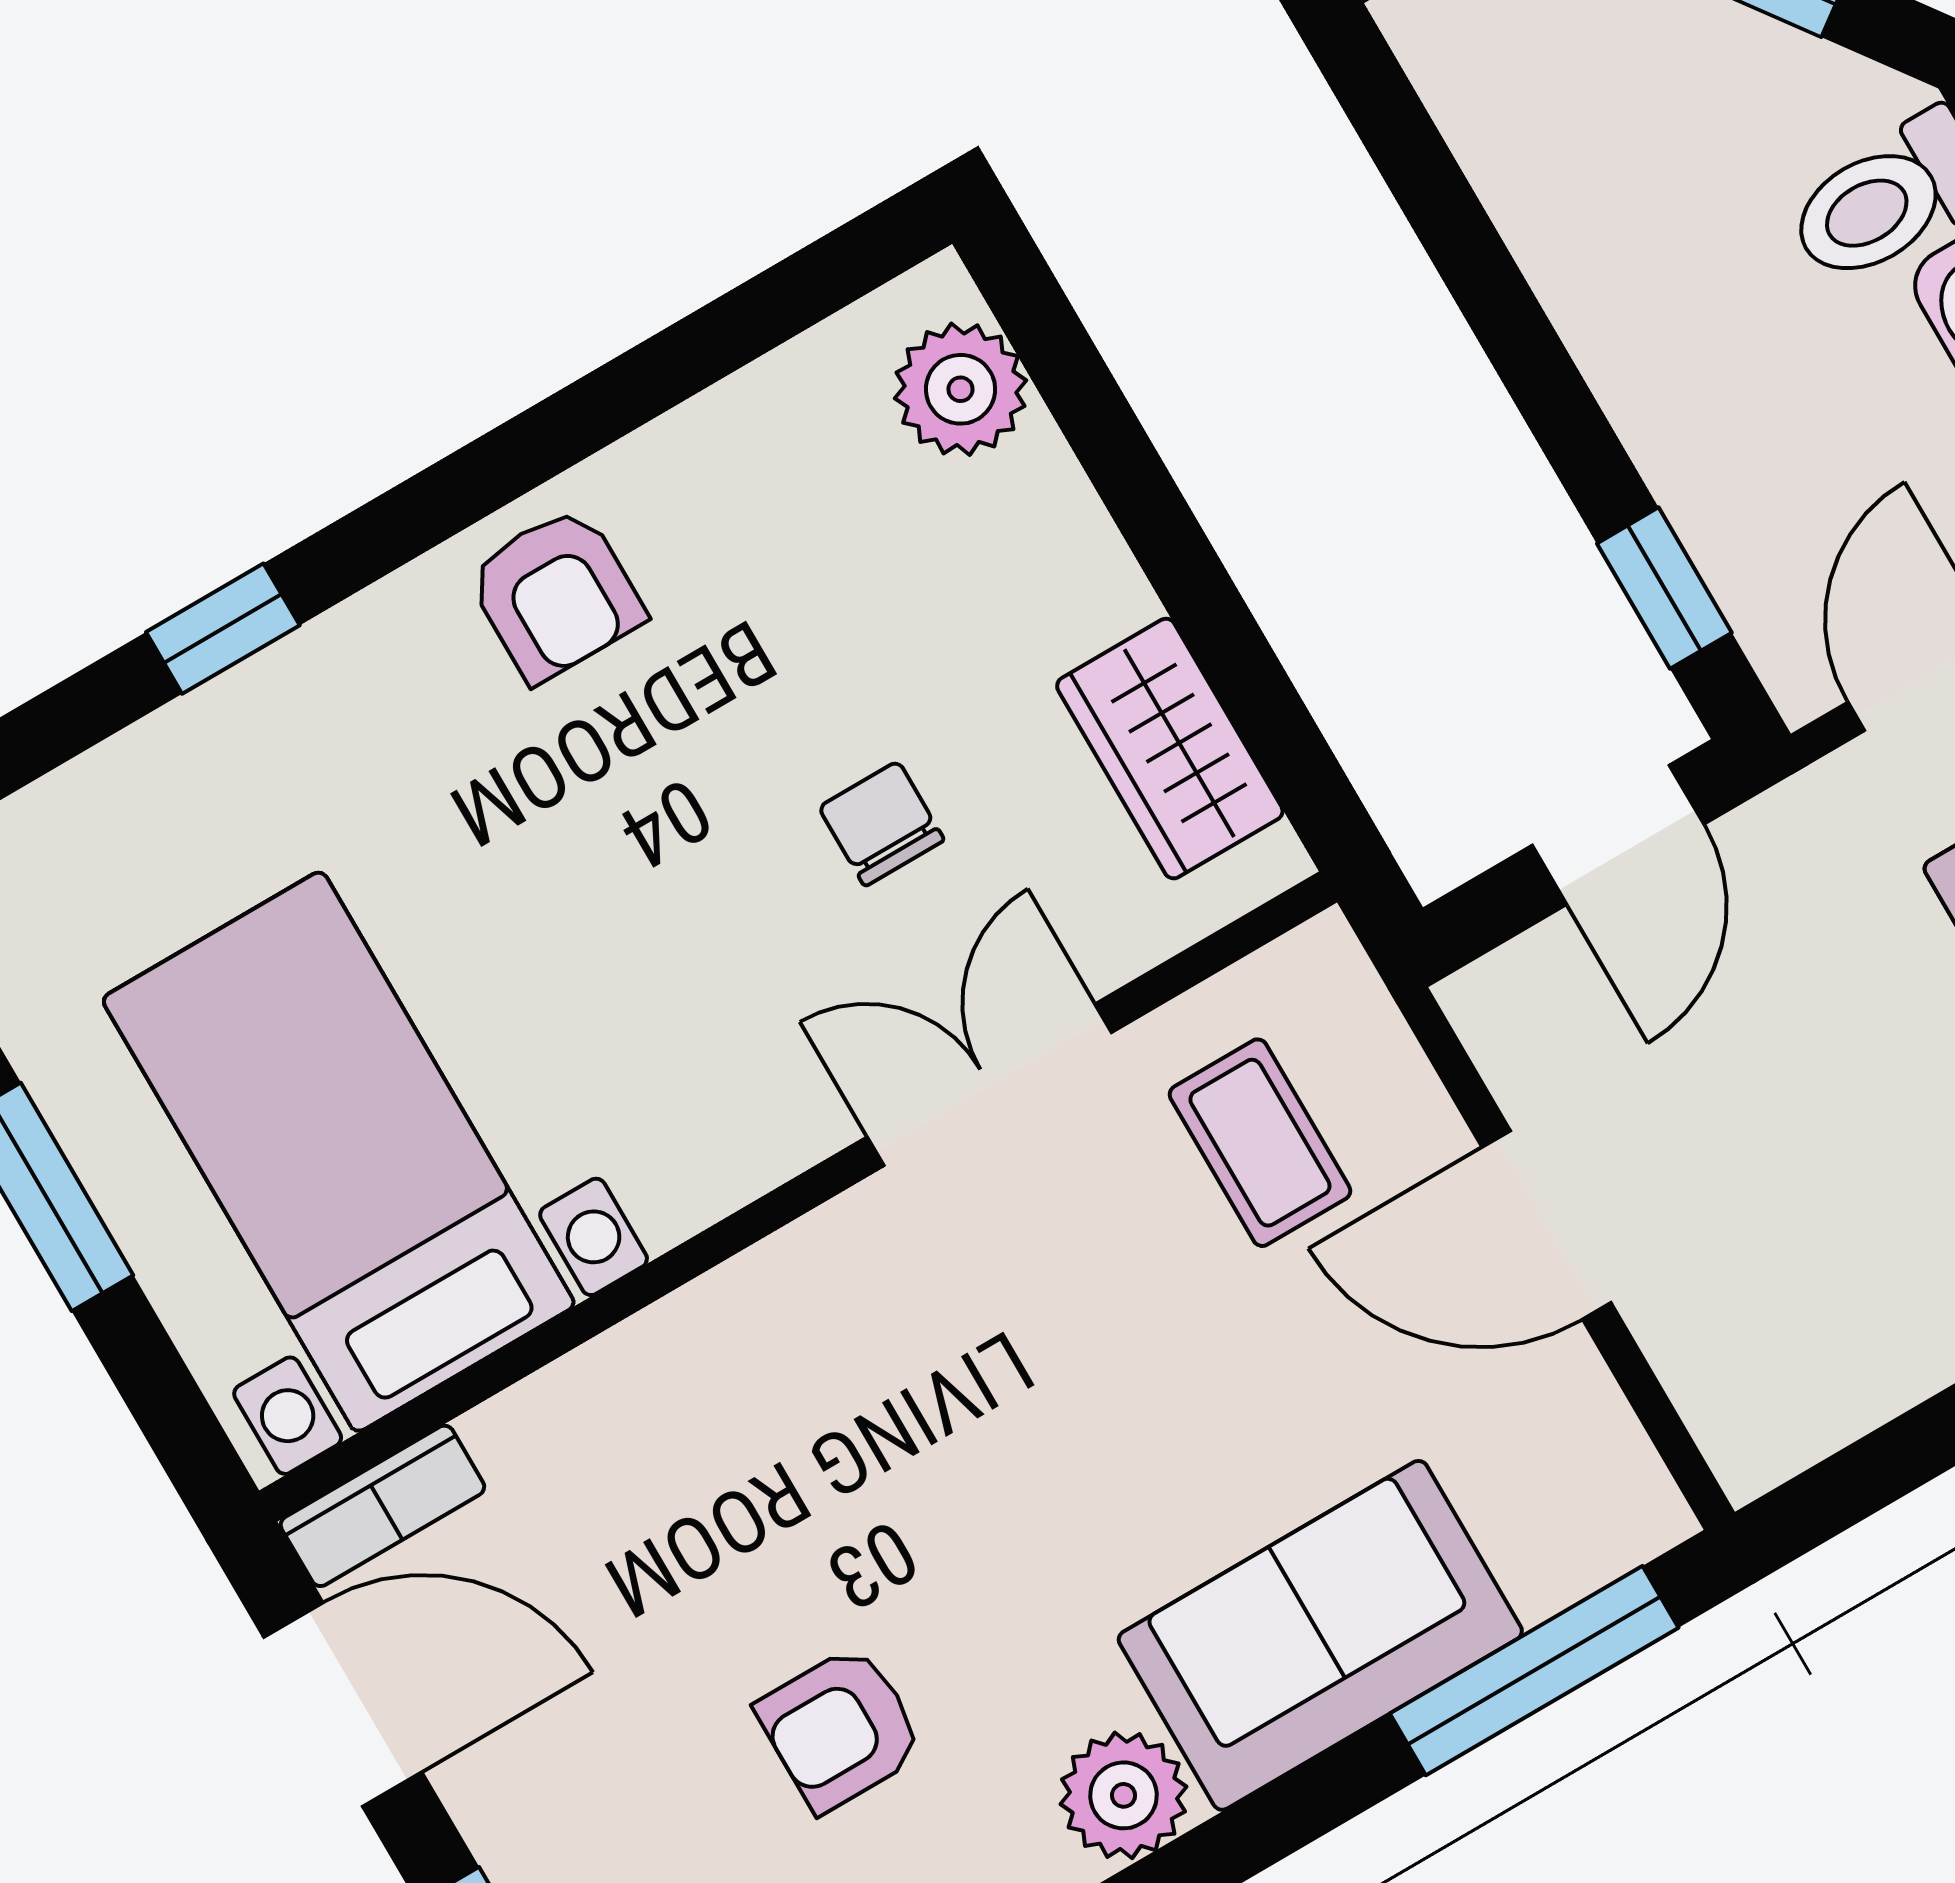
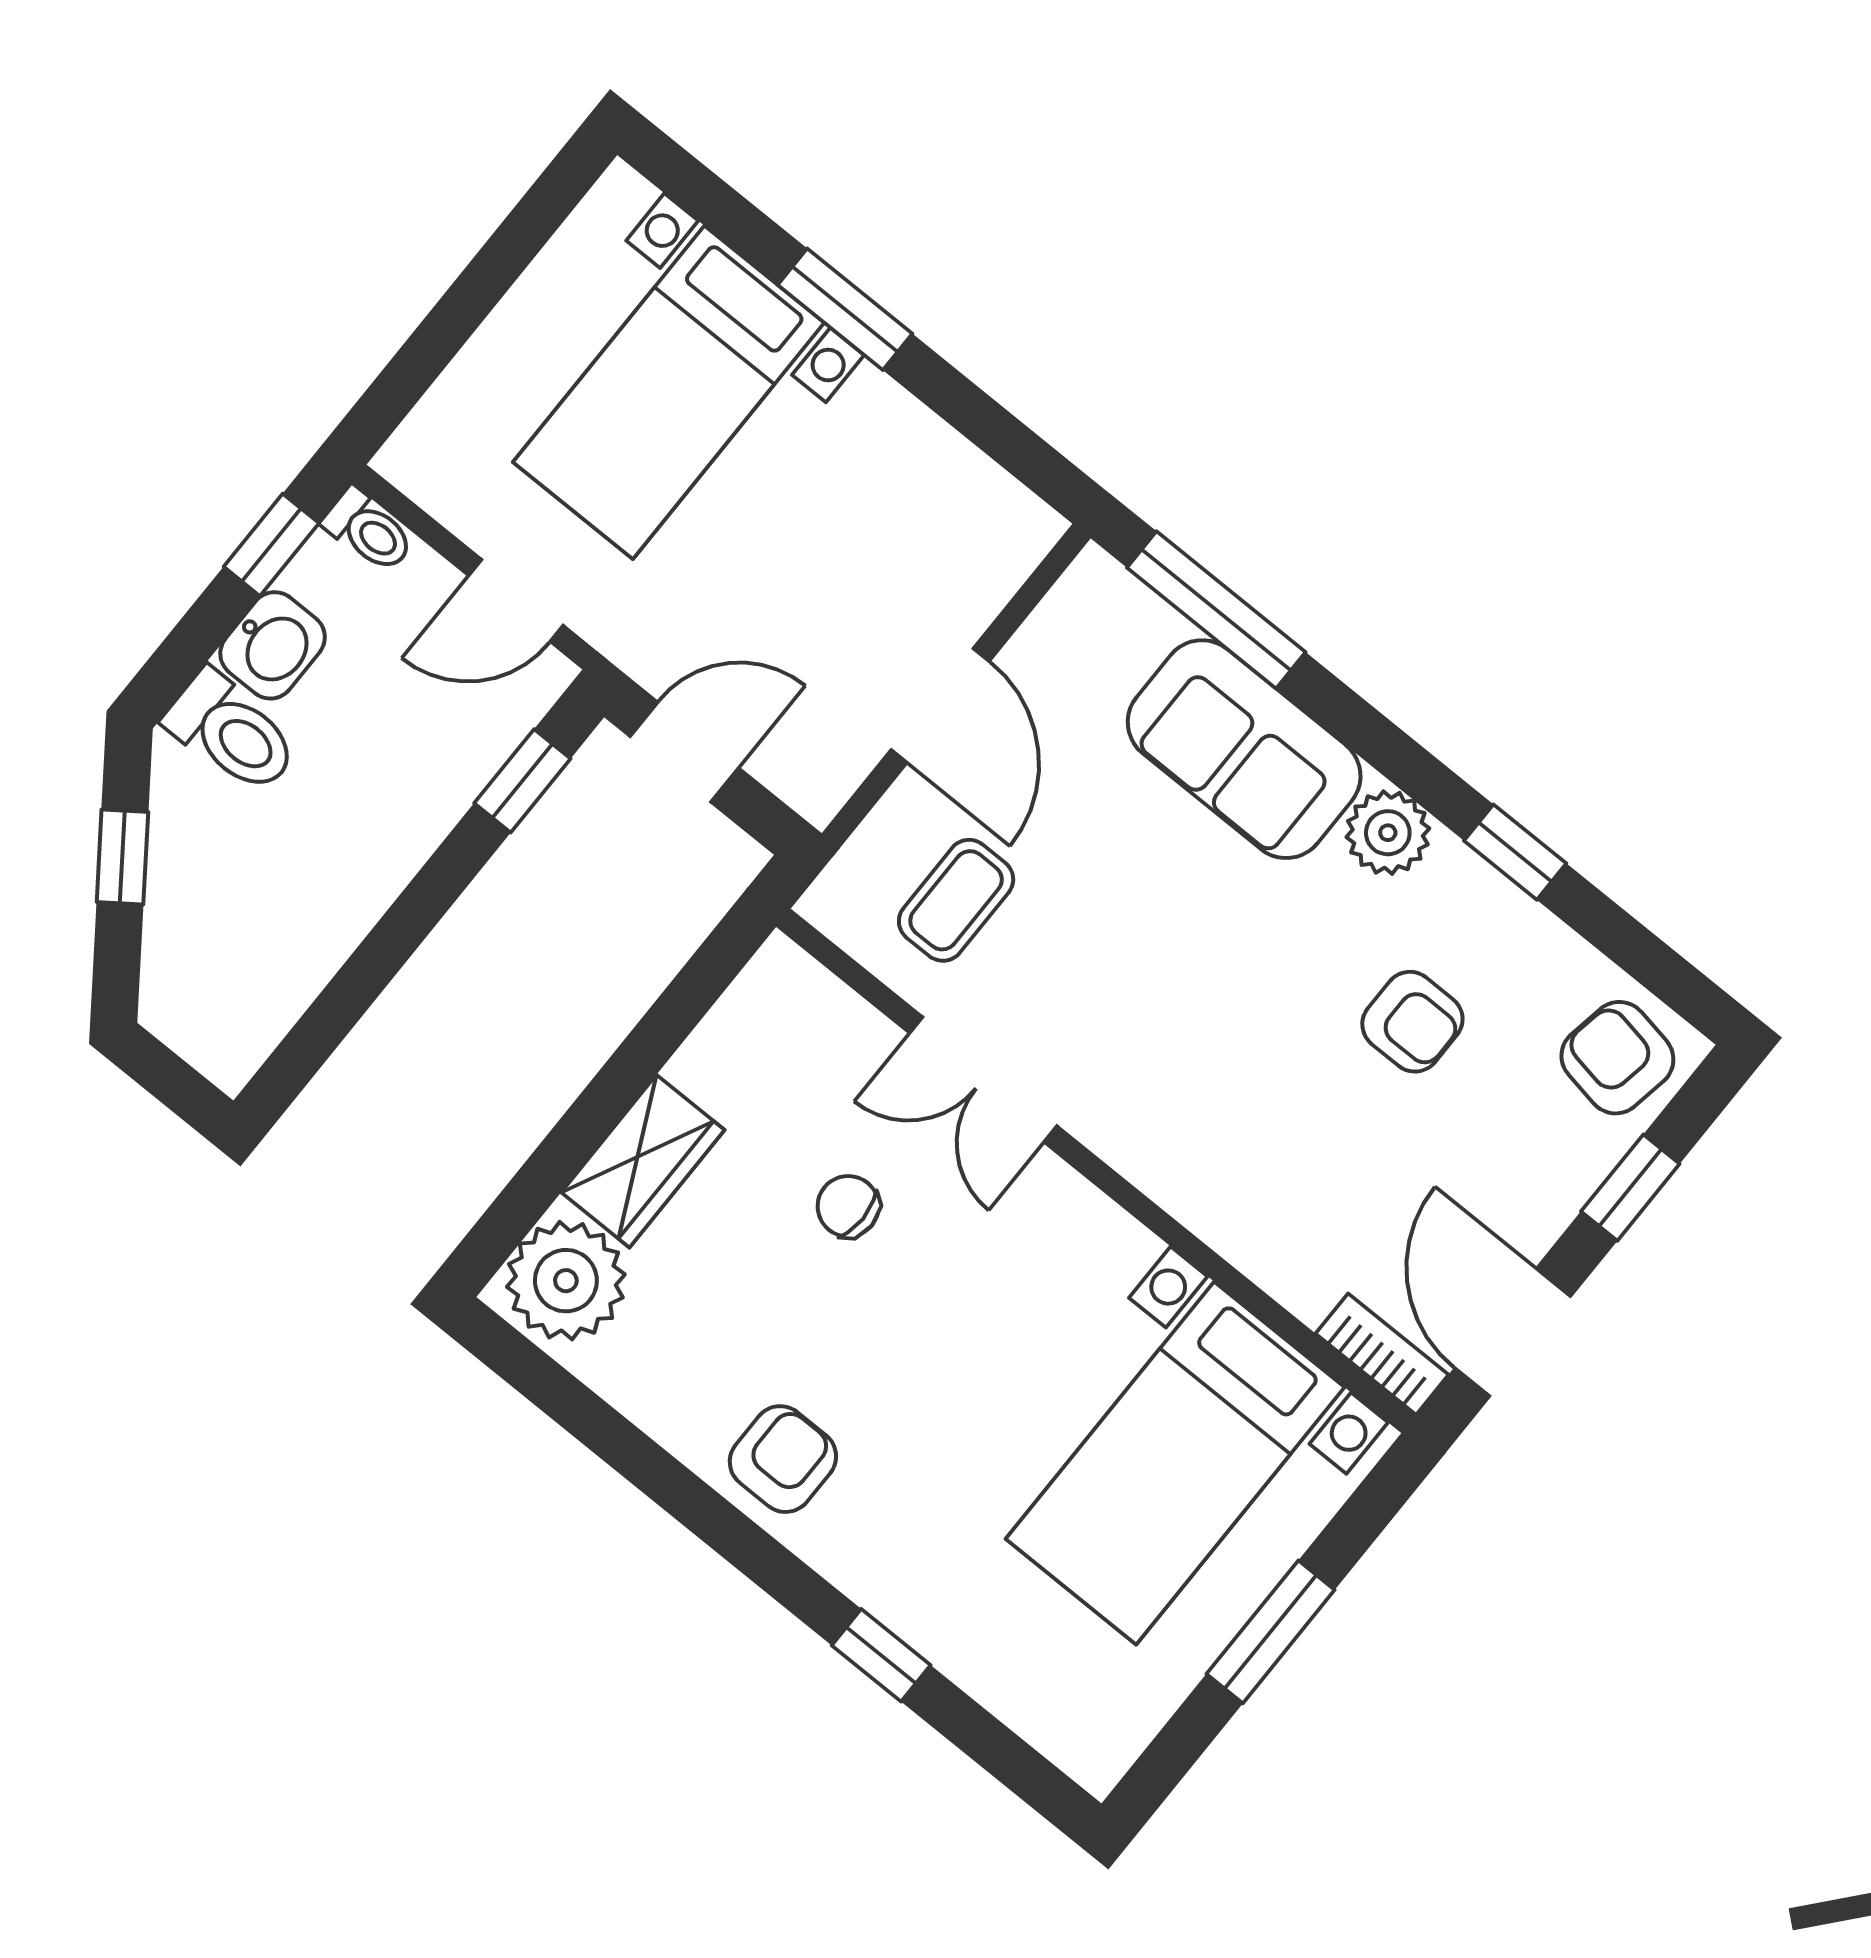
plant: (961, 389) -> (566, 1281), width x1.36, depth x1.36
wardrobe: (1170, 749) -> (643, 1161), moved
chair: (881, 824) -> (848, 1206), turned 90

